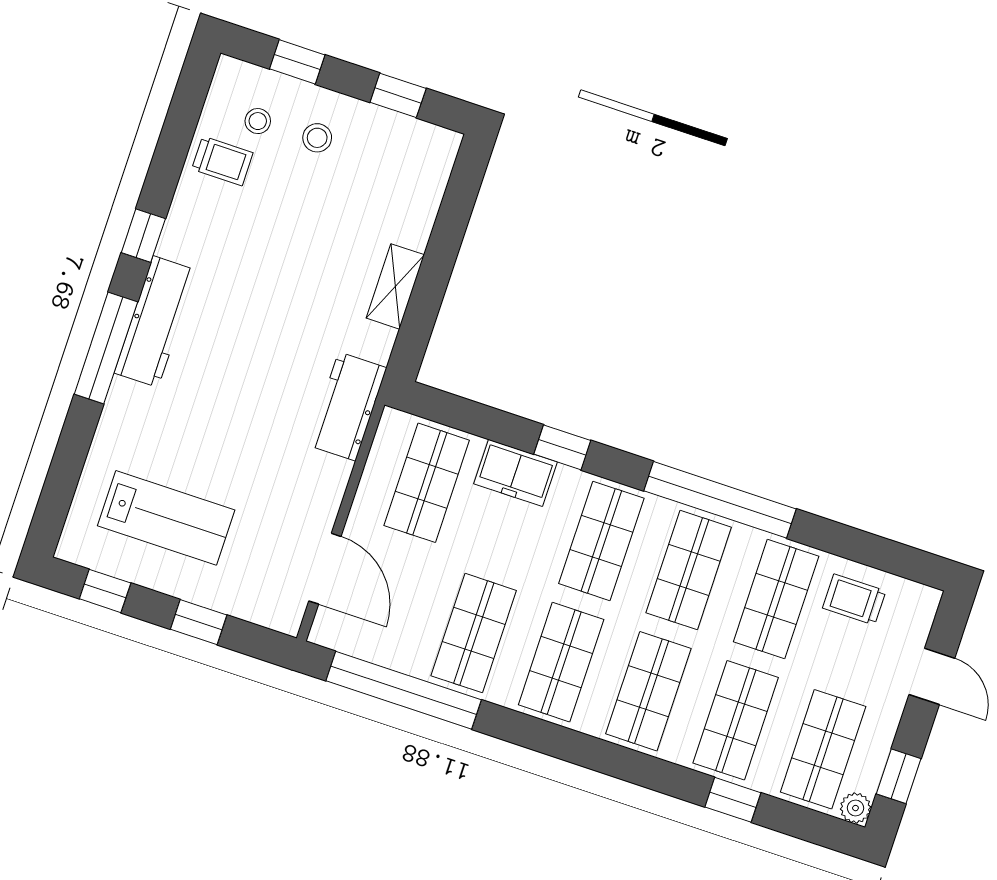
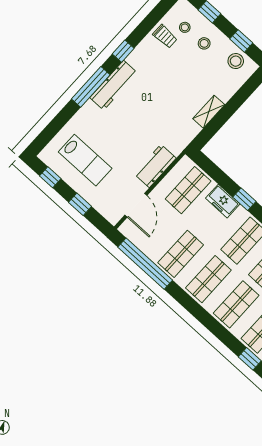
stool: (405, 146) -> (236, 61), added
workbench: (347, 406) -> (155, 166), moved

